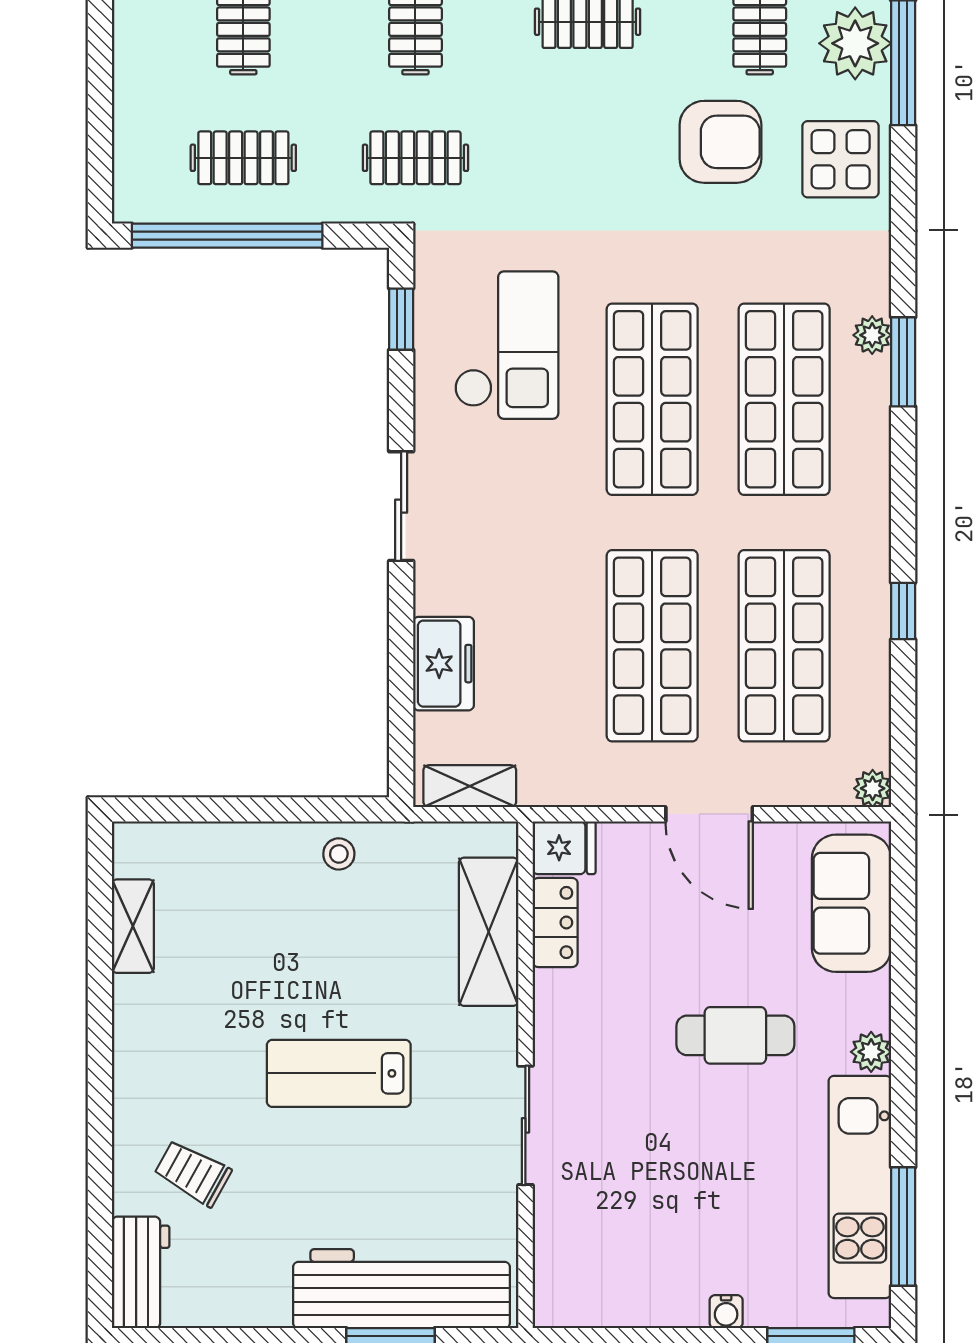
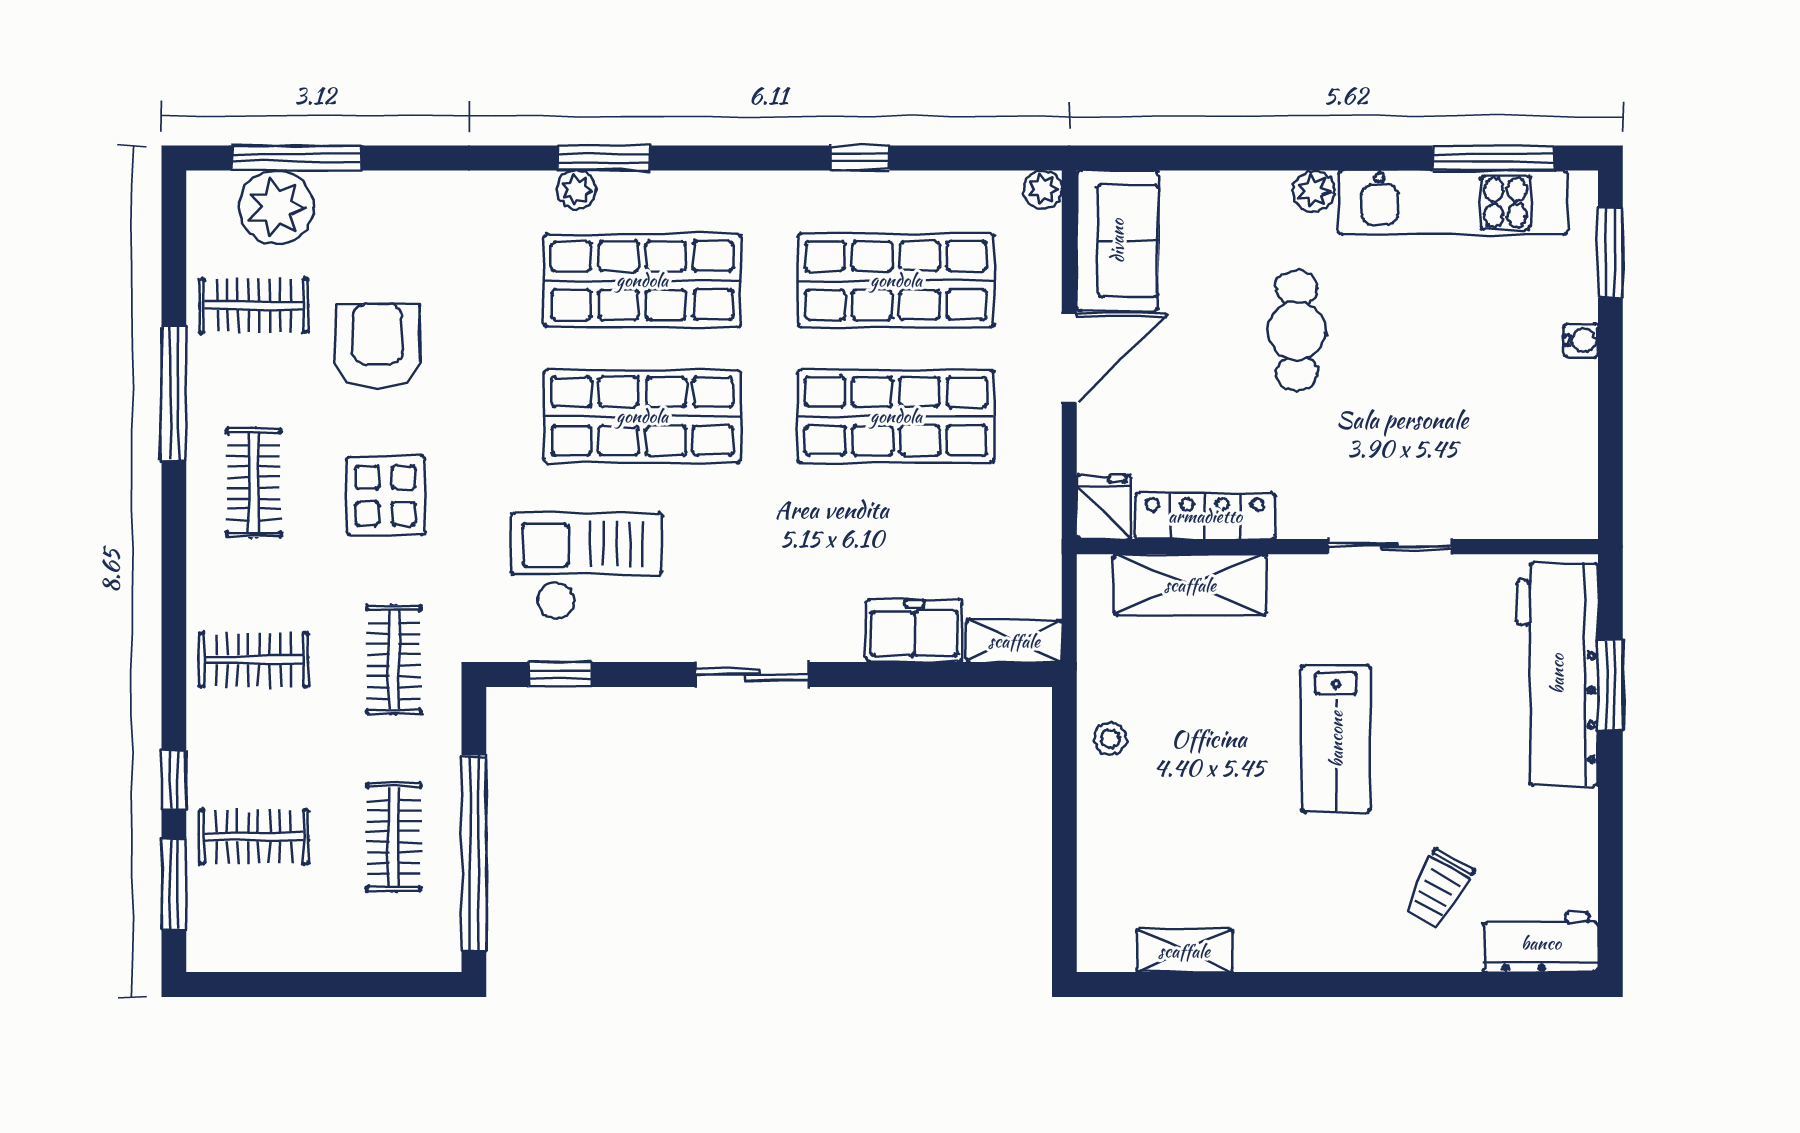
display table: (841, 159) -> (386, 495), moved
shelving: (470, 786) -> (1014, 641), moved, turned 90
sofa: (852, 903) -> (1117, 241), moved, turned -90
locker: (555, 923) -> (1205, 516), width x1.53

